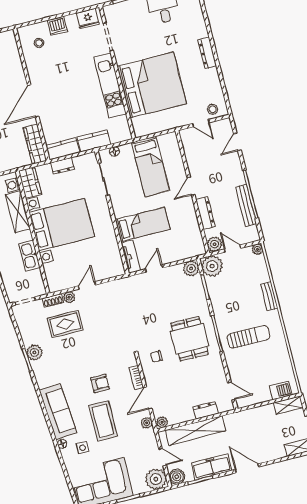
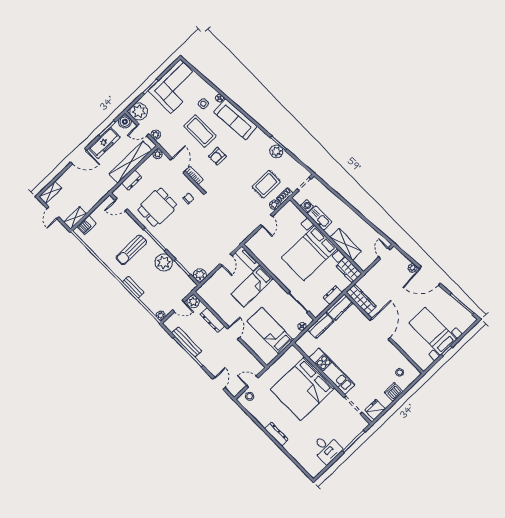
washing machine: (13, 185) -> (307, 206), moved
plant: (212, 266) -> (164, 262), moved
dining table: (190, 339) -> (157, 207), moved, turned 90
plant: (147, 423) -> (156, 135), moved

